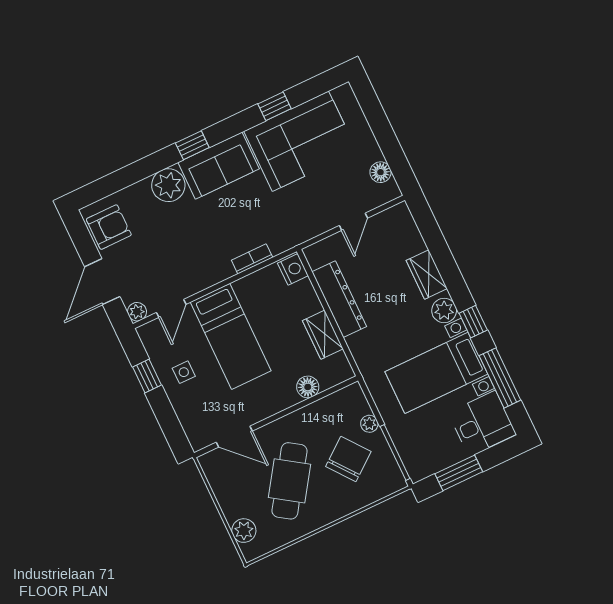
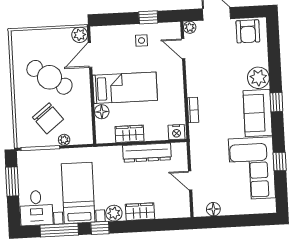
bed: (231, 336) -> (125, 88), moved, turned 180
plant: (244, 531) -> (80, 35), moved

